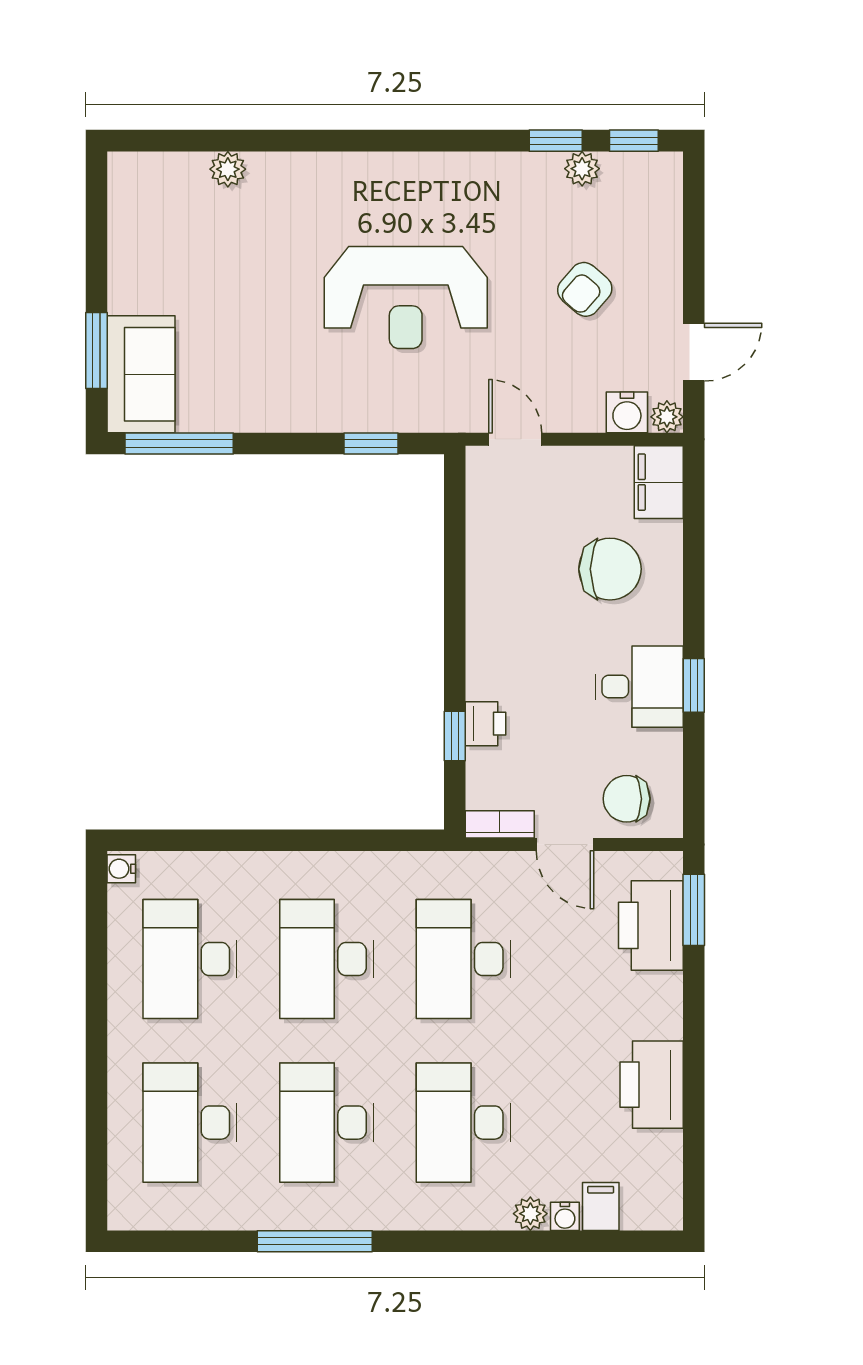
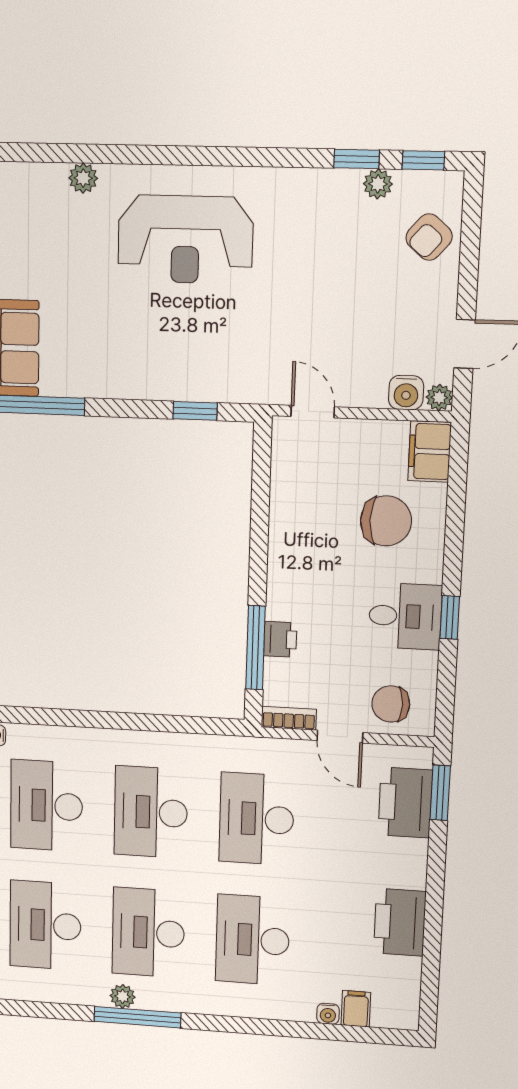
armchair: (585, 289) -> (429, 237), moved
reception desk: (406, 297) -> (185, 239), moved
window: (455, 736) -> (255, 648), width x2.17
plant: (530, 1214) -> (123, 996), moved

